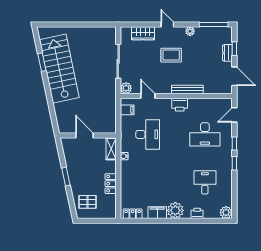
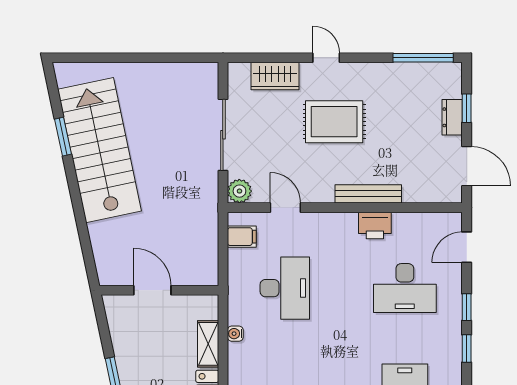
plant: (190, 31) -> (374, 72), removed
rug: (171, 55) -> (334, 122), width x1.36, depth x1.43
printer: (180, 105) -> (375, 225), moved
shelving: (111, 149) -> (208, 344), moved

